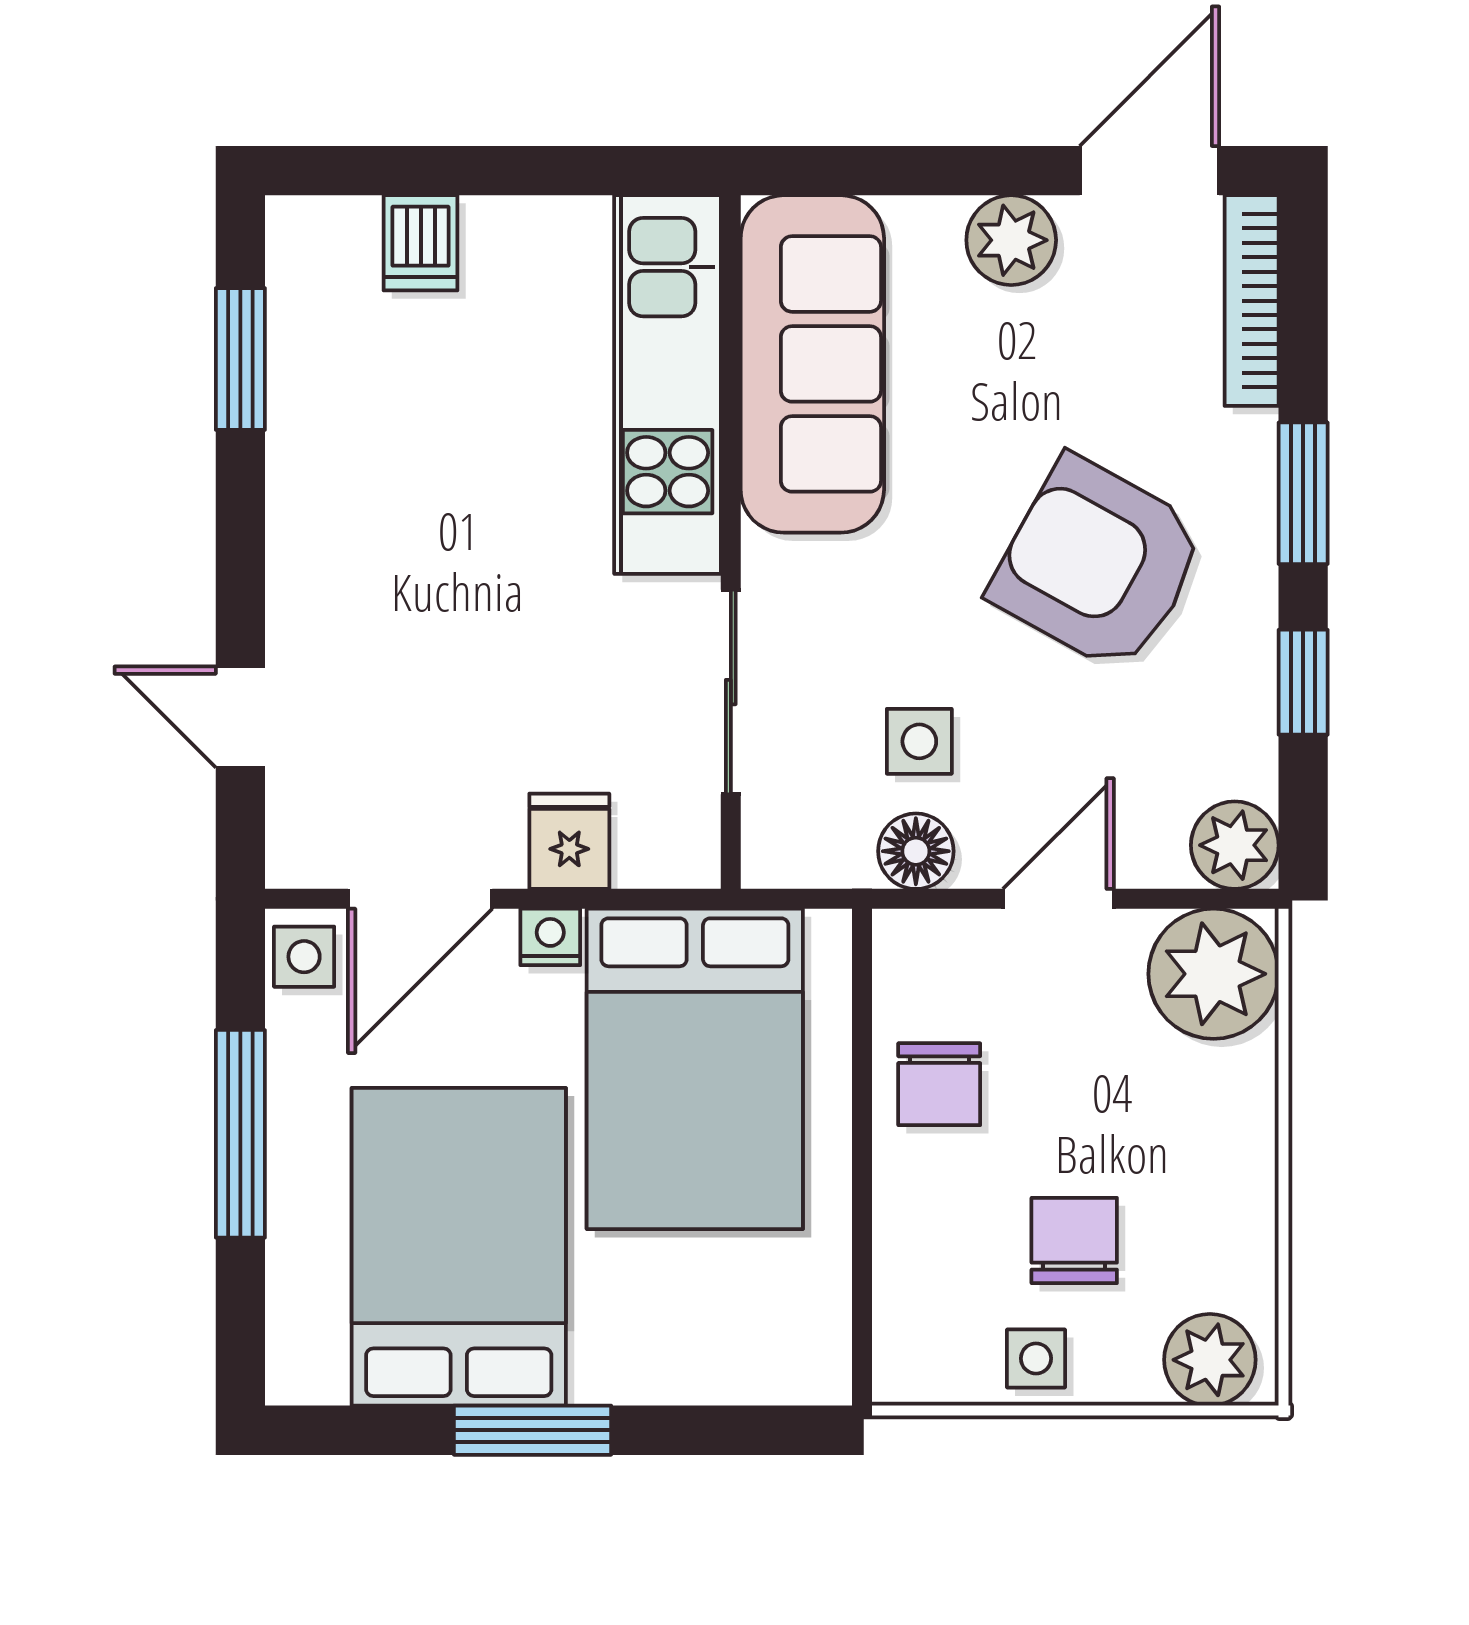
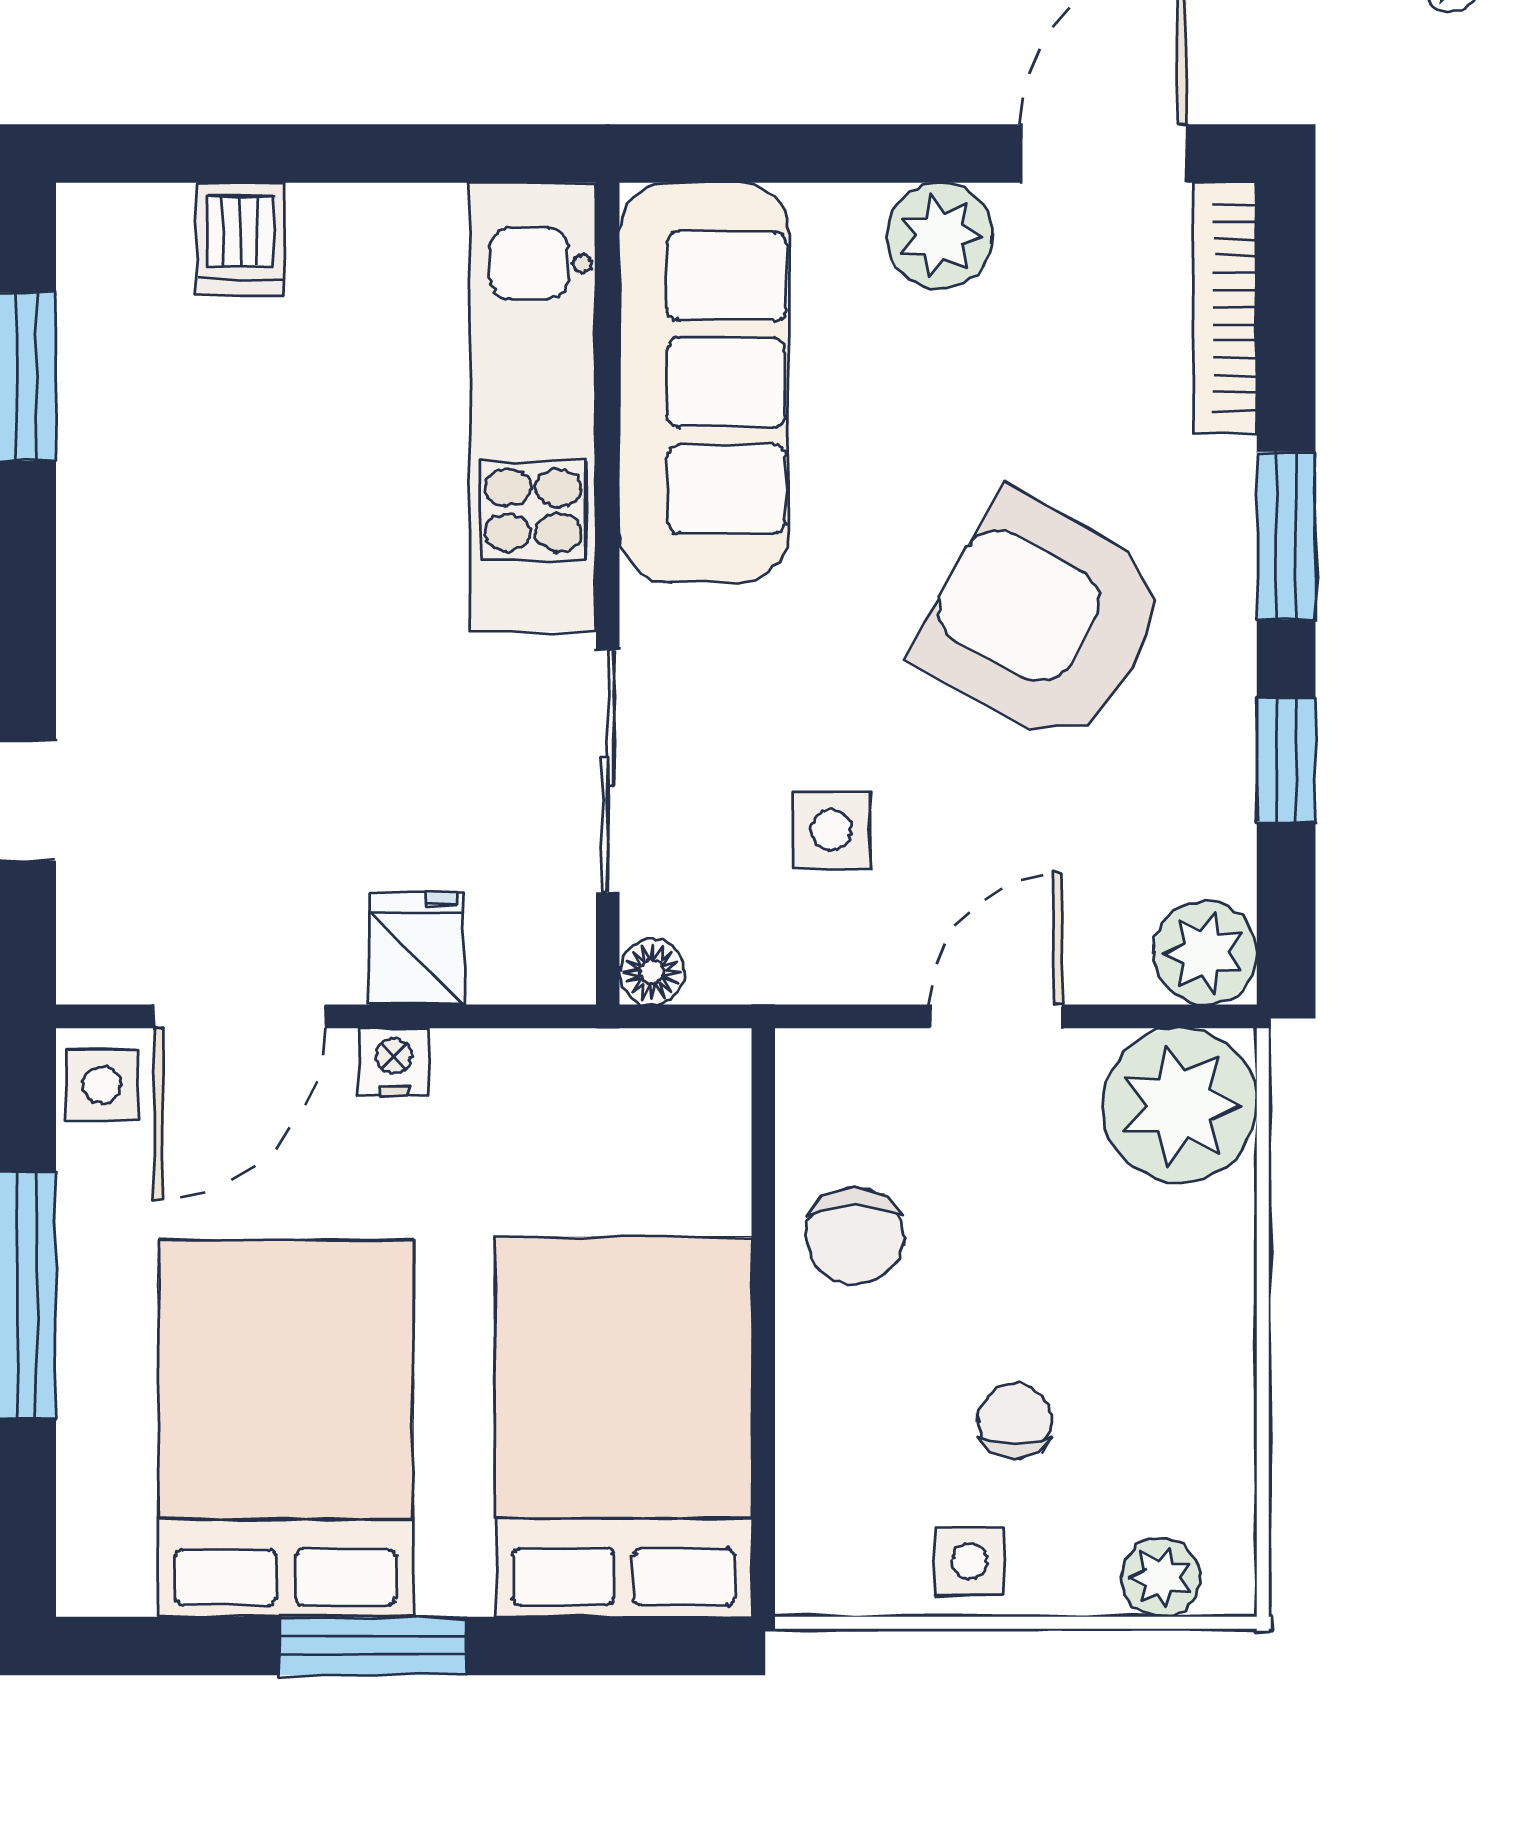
floor lamp: (916, 851) -> (652, 972), moved, width x0.73, depth x0.73
bed: (695, 1069) -> (623, 1427), moved, turned 180
chair: (1074, 1240) -> (1015, 1421), width x0.73, depth x0.73
plant: (1210, 1360) -> (1161, 1577), width x0.73, depth x0.73

